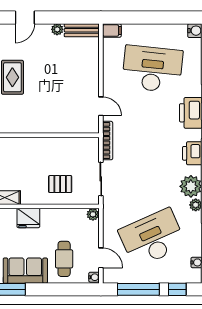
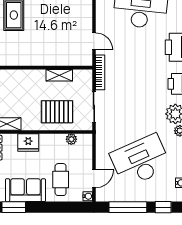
shelving: (63, 144) -> (59, 75), added
pallet: (60, 184) -> (57, 112), width x1.50, depth x1.42
plant: (93, 214) -> (71, 139), moved
door: (101, 258) -> (94, 179), hinge flipped

